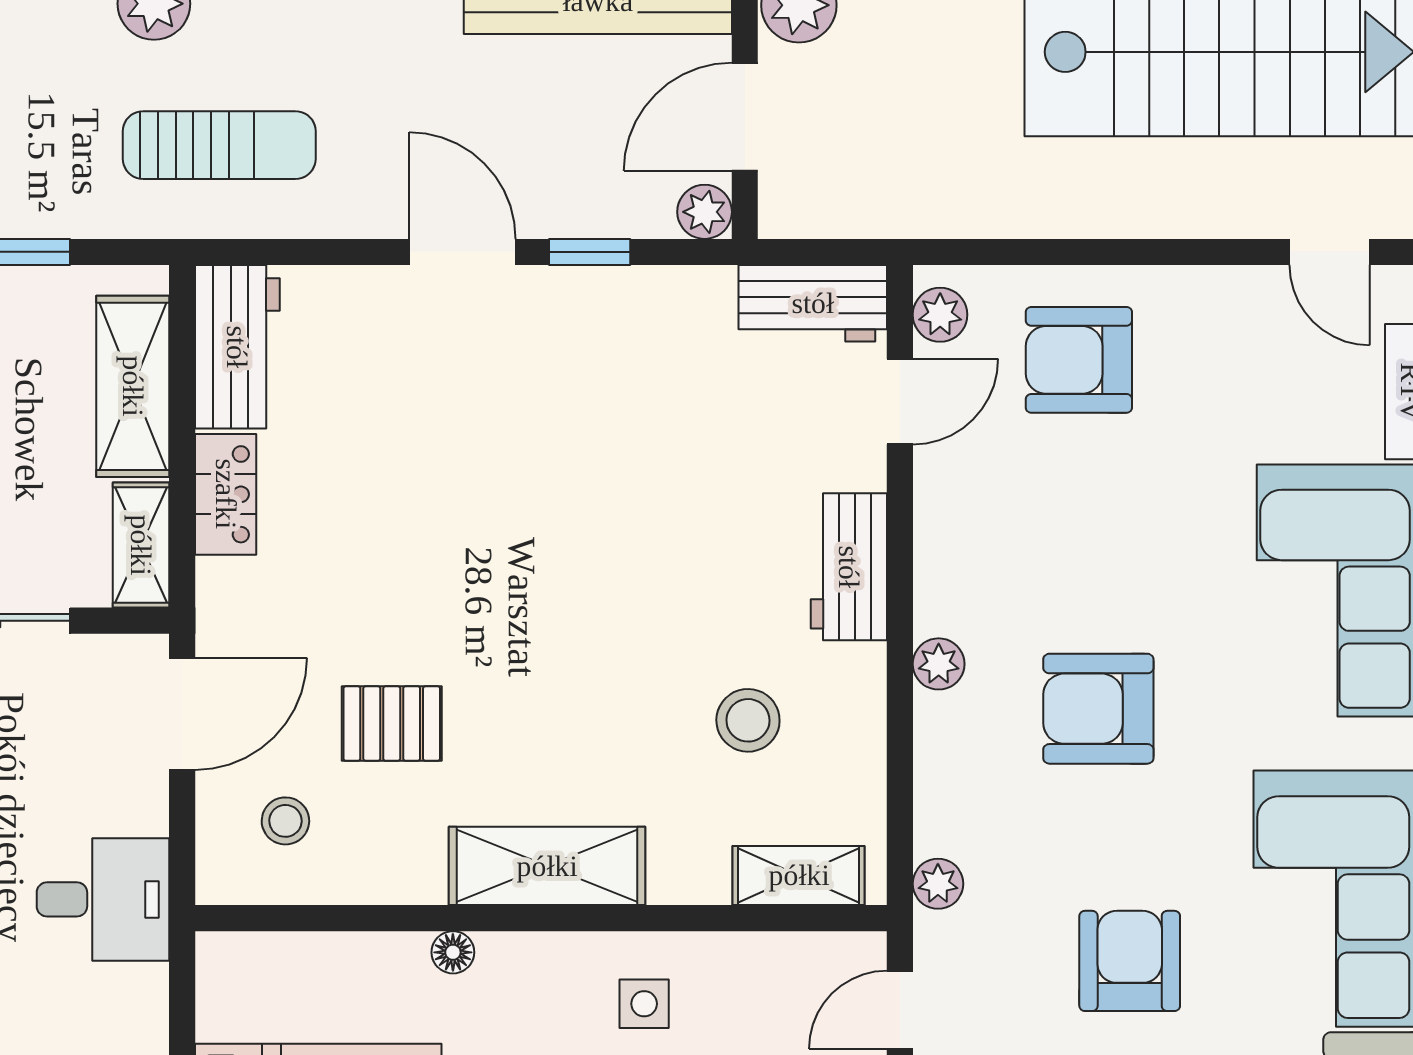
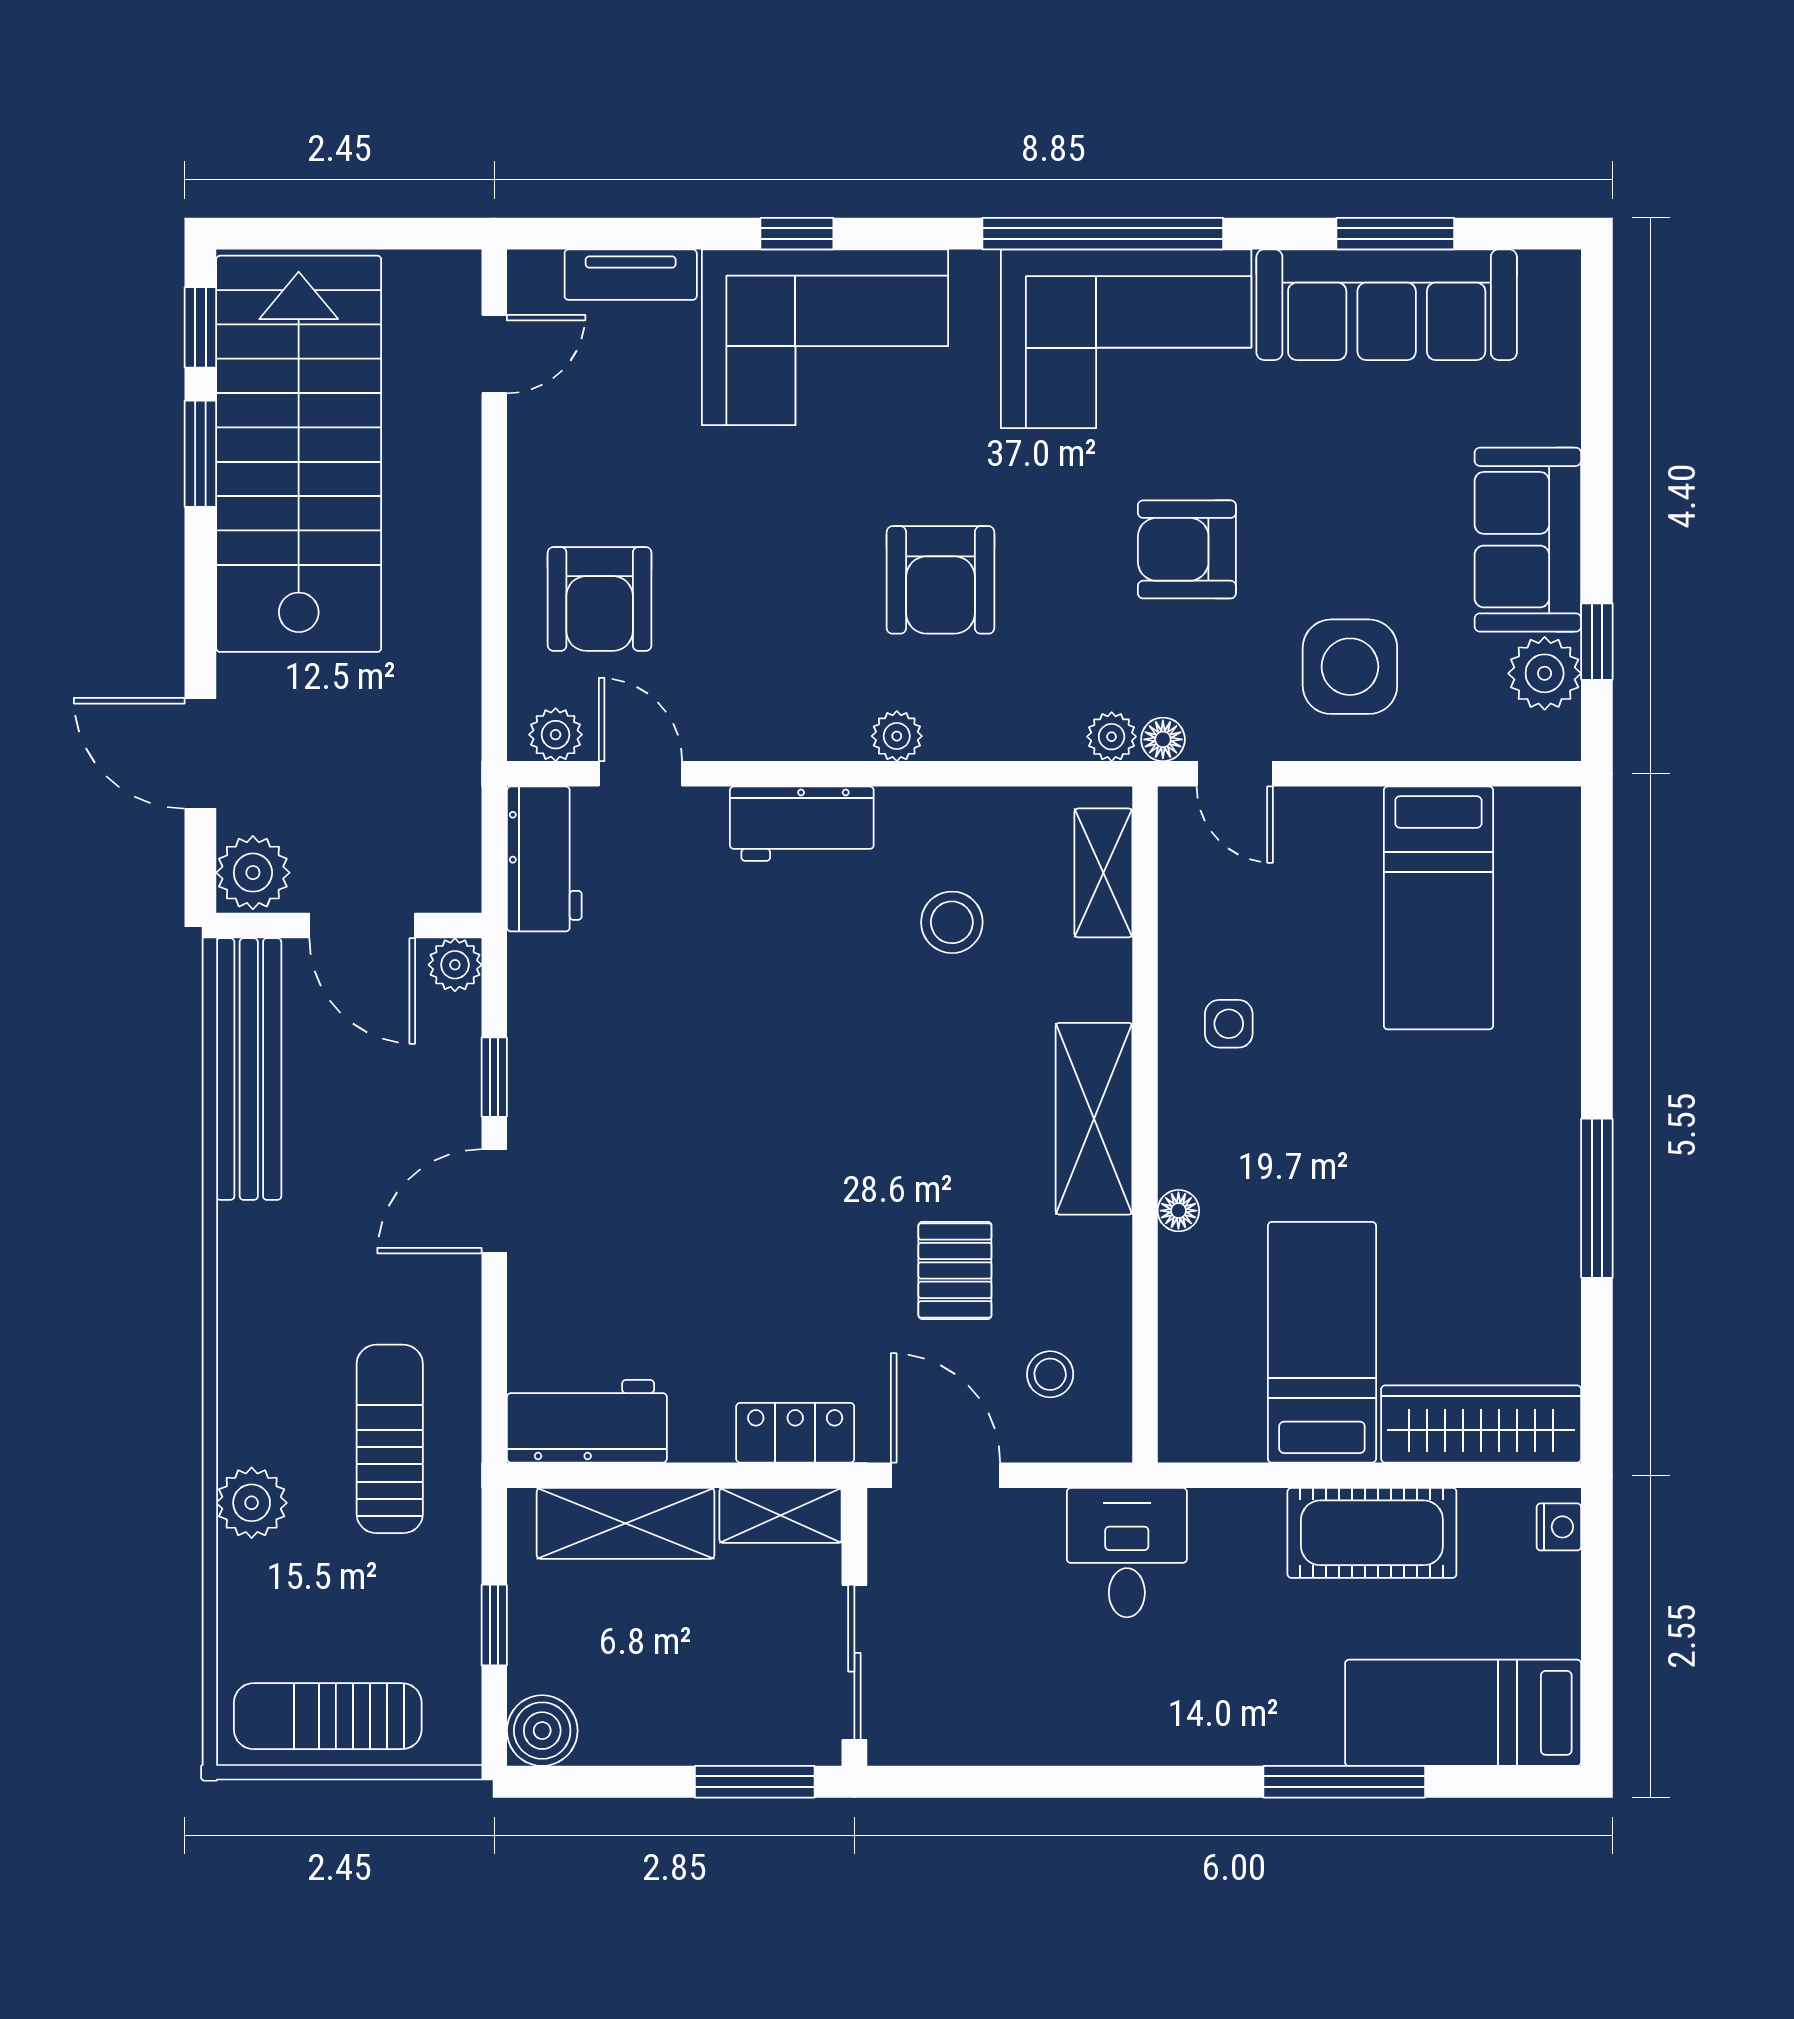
locker: (226, 494) -> (795, 1433), moved
floor lamp: (935, 936) -> (1163, 739), added

